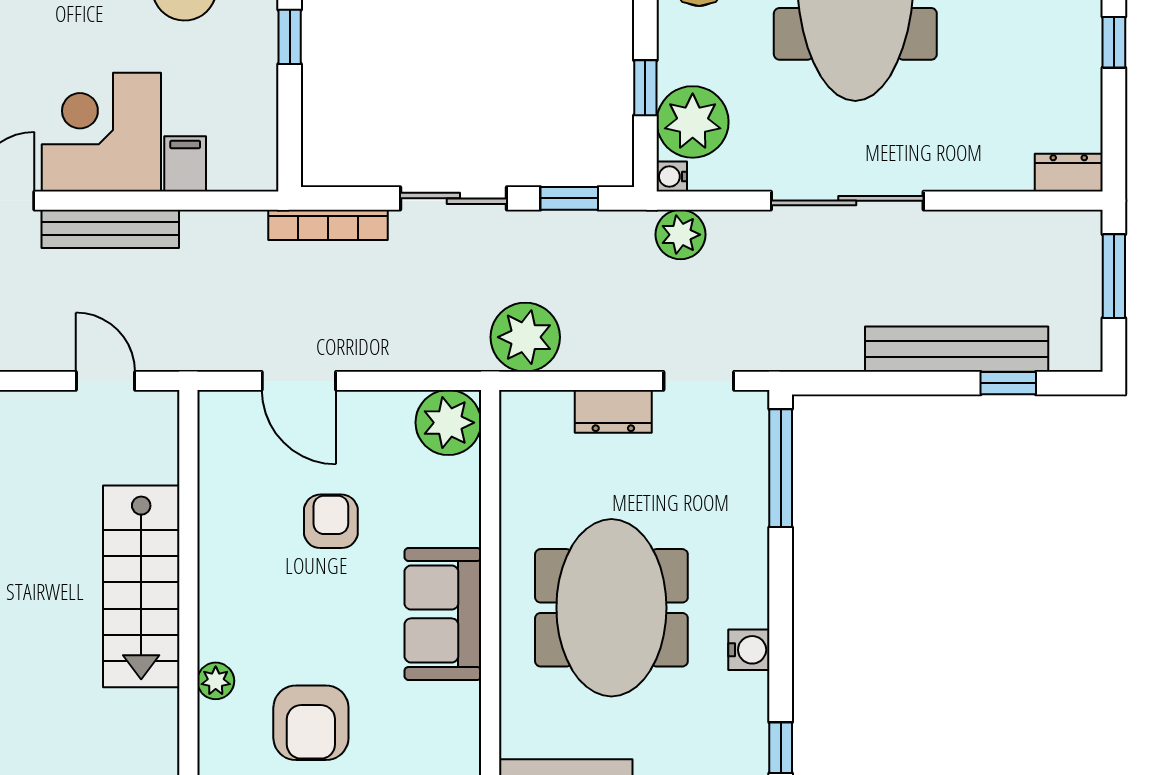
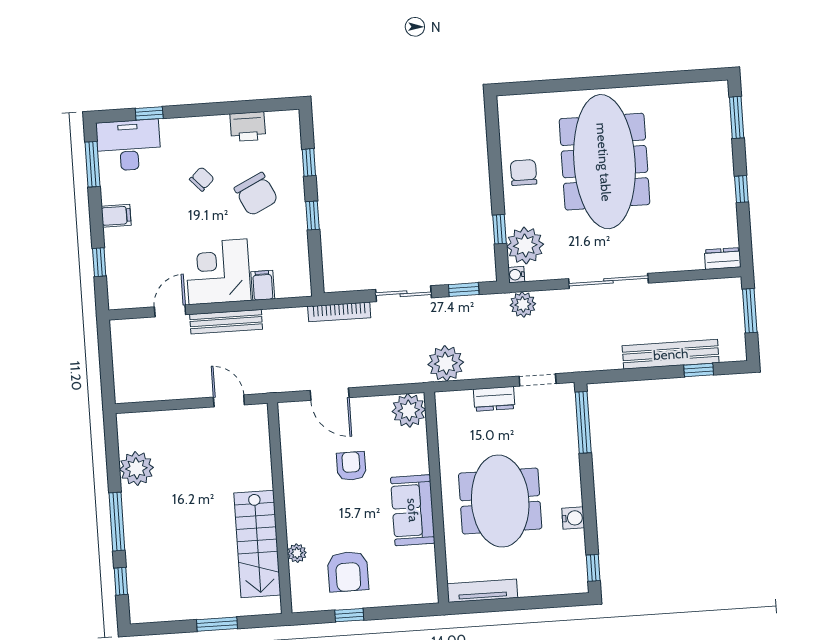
stairs: (141, 586) -> (257, 544), moved

